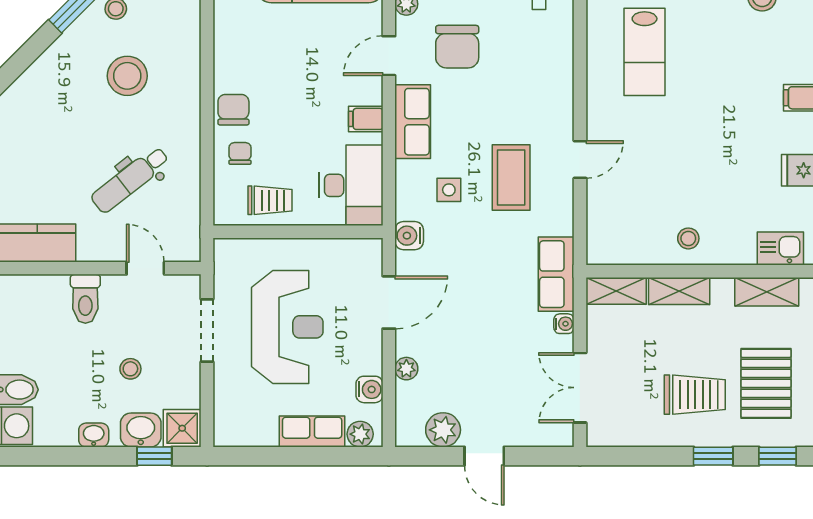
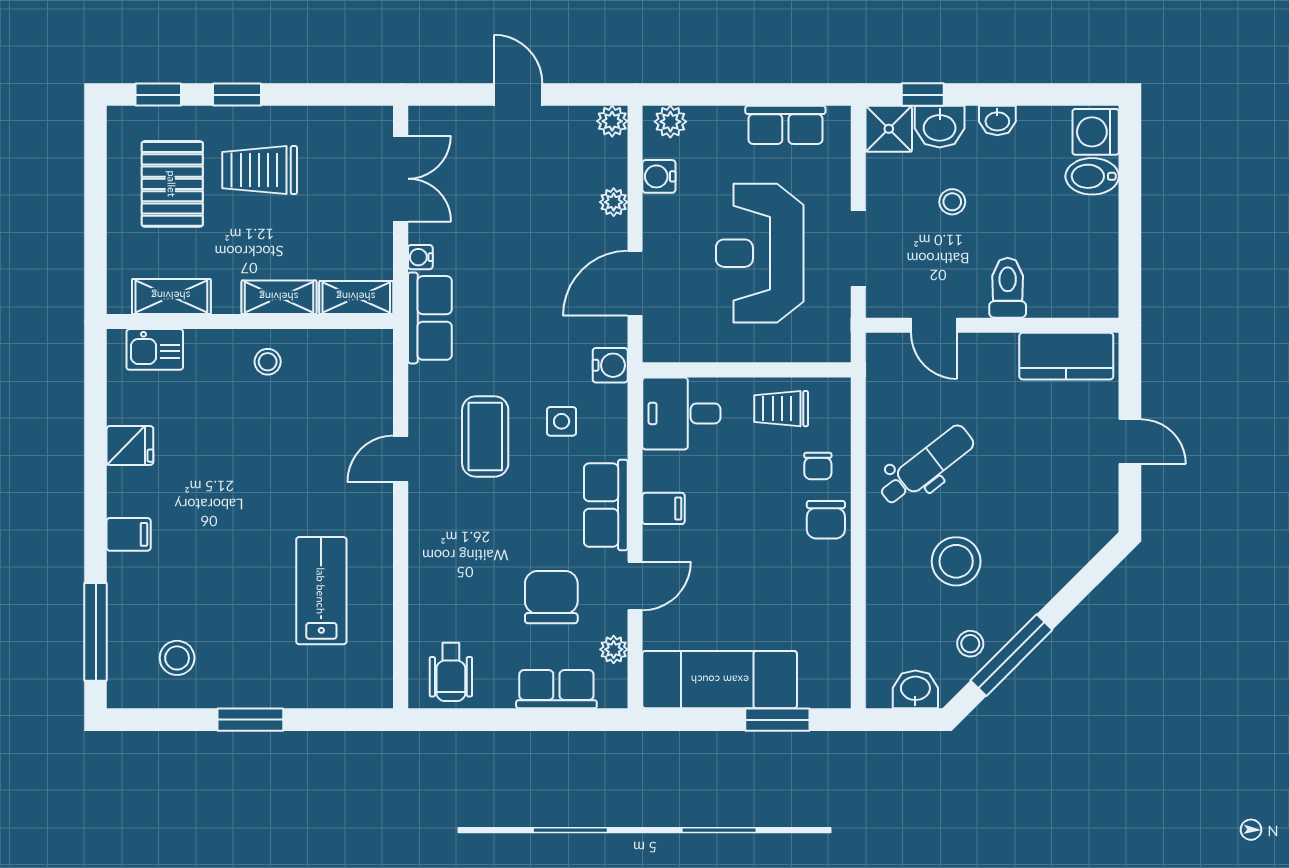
dental chair: (130, 180) -> (927, 465), moved
desk: (351, 185) -> (681, 413), width x0.73
plant: (443, 430) -> (612, 121), moved, width x0.73, depth x0.73
row of seats: (312, 431) -> (785, 125), moved

